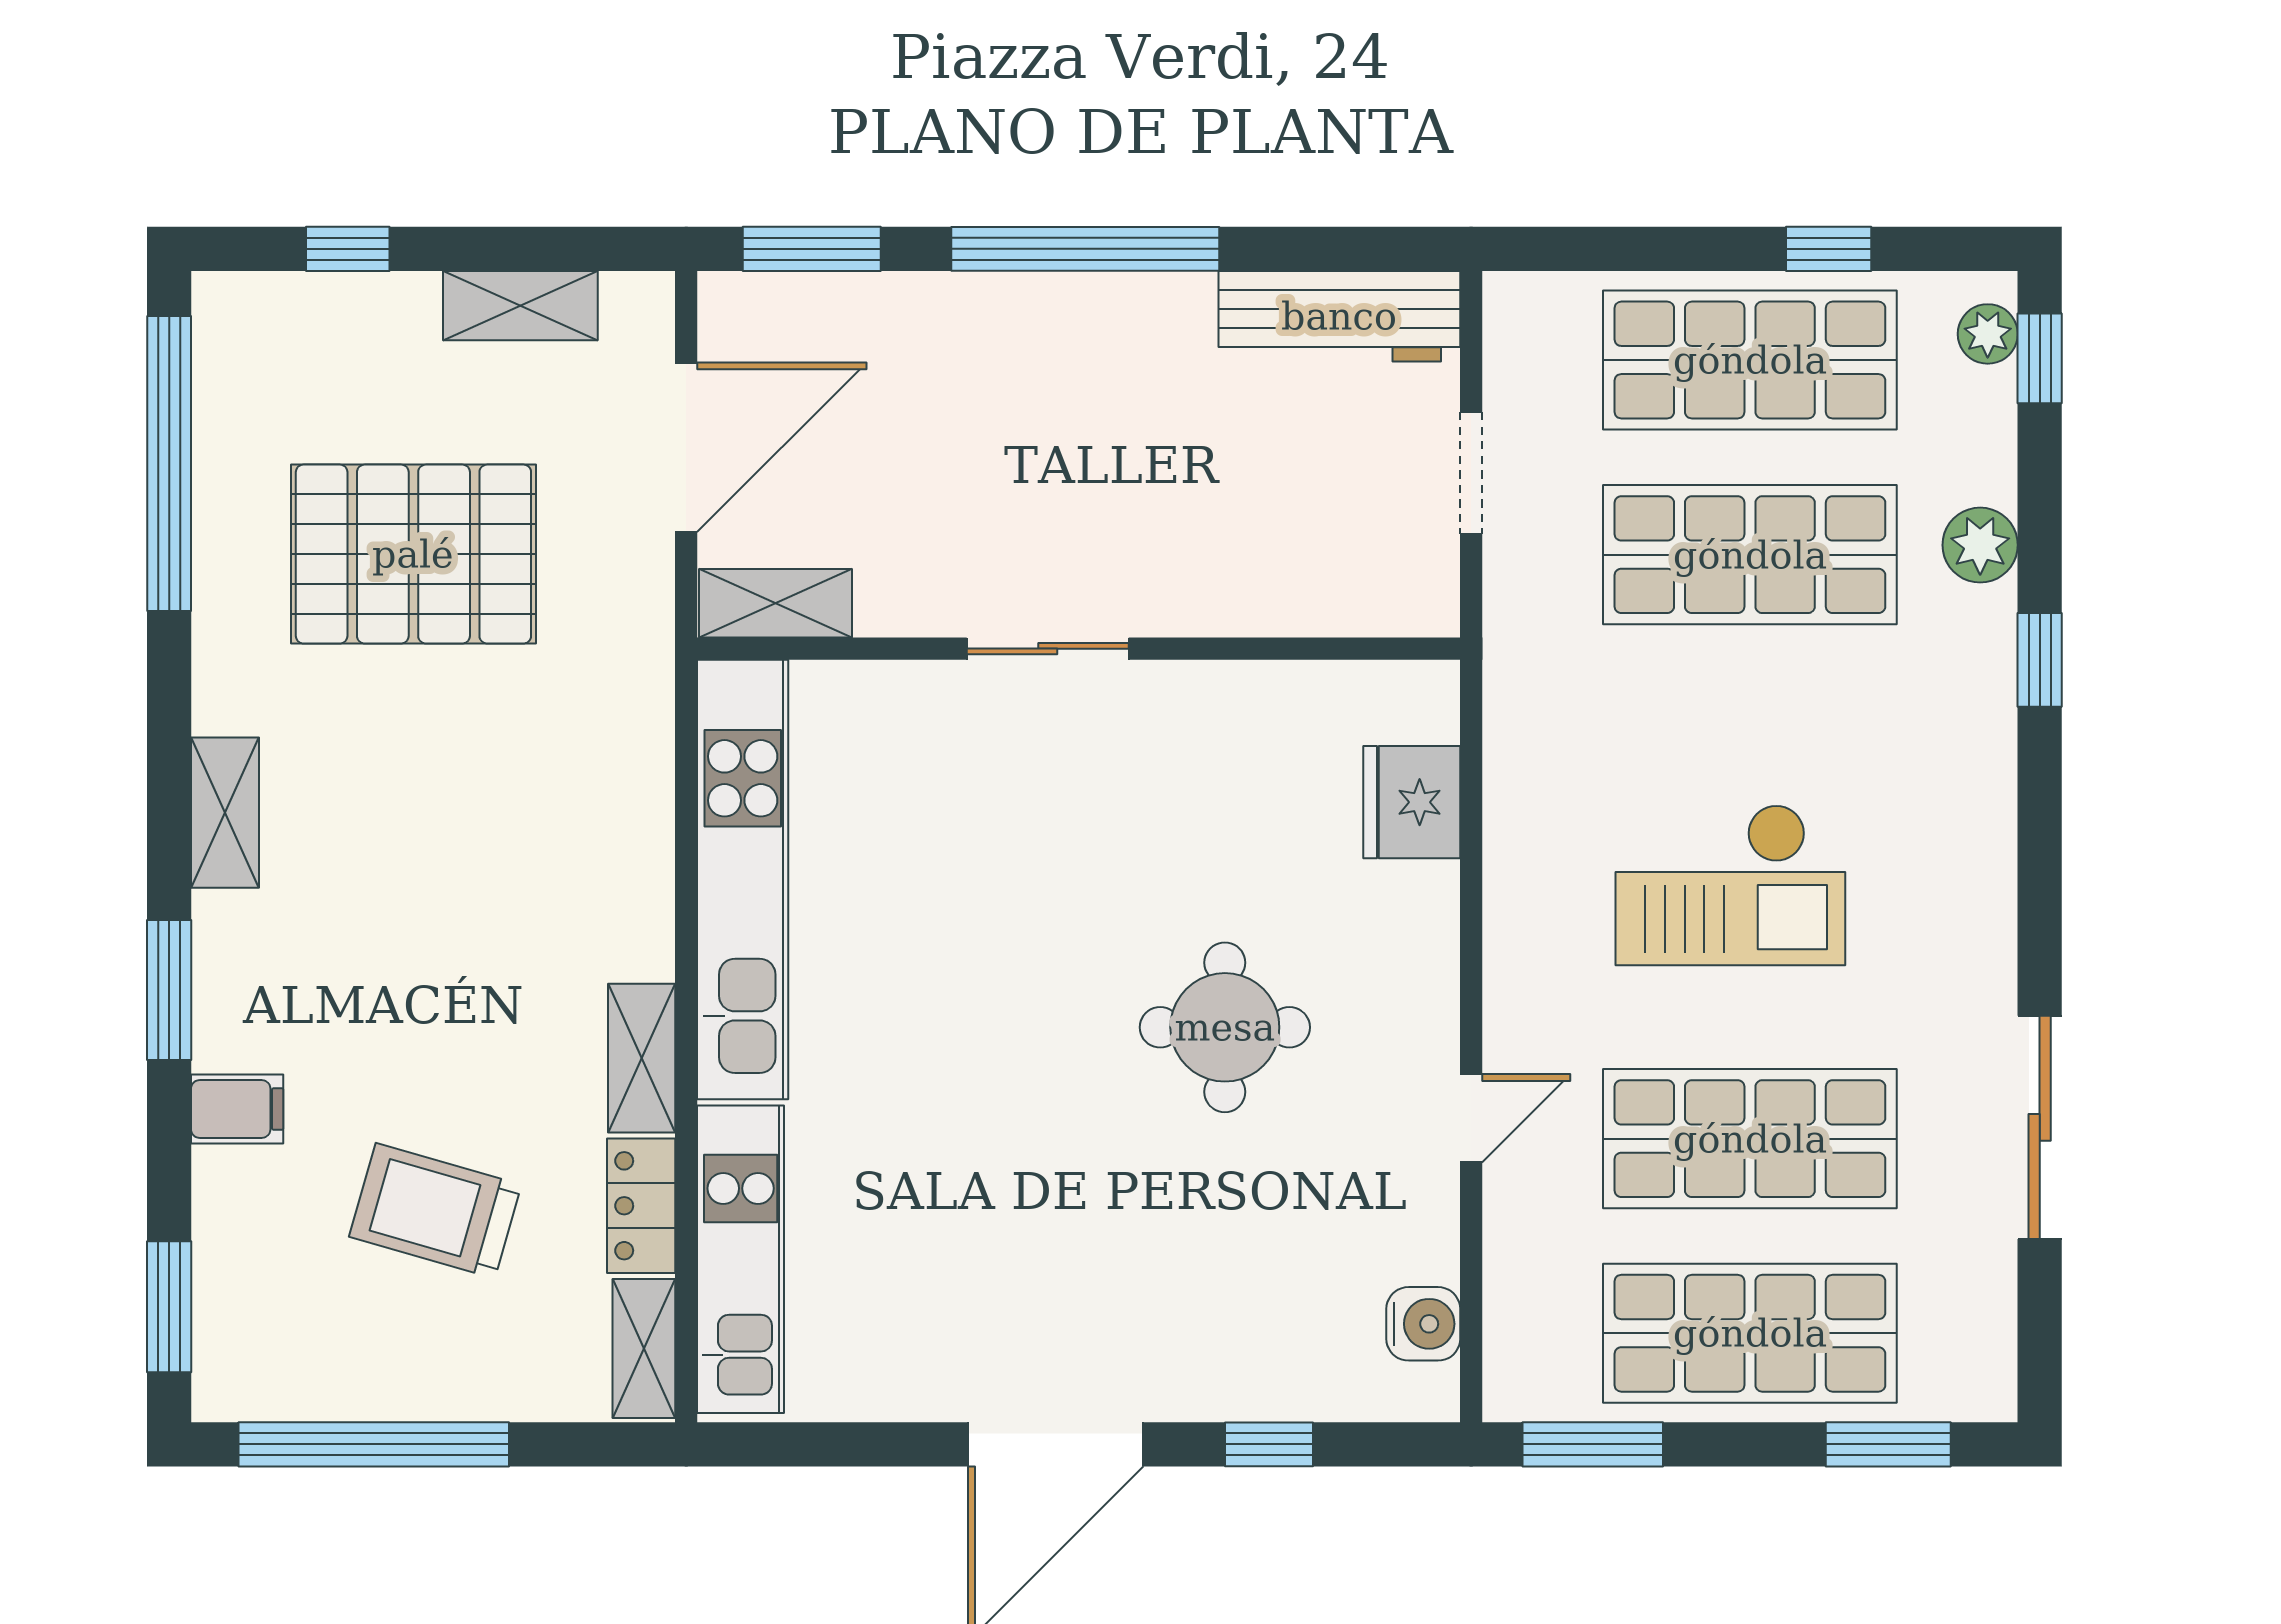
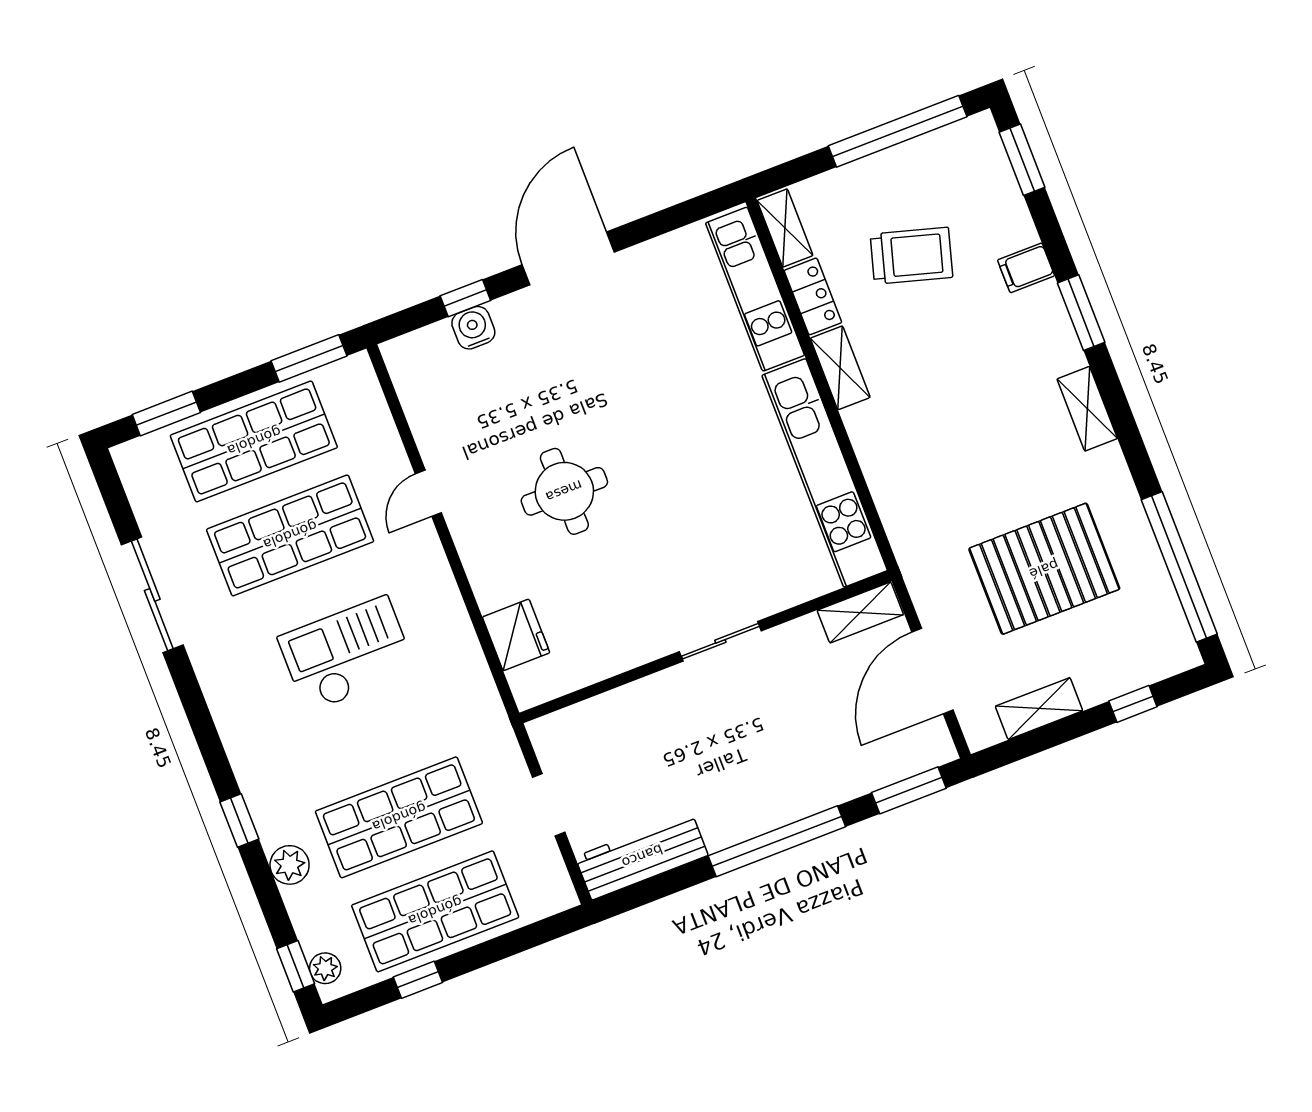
water cooler: (1423, 1324) -> (473, 328), moved, turned 90

